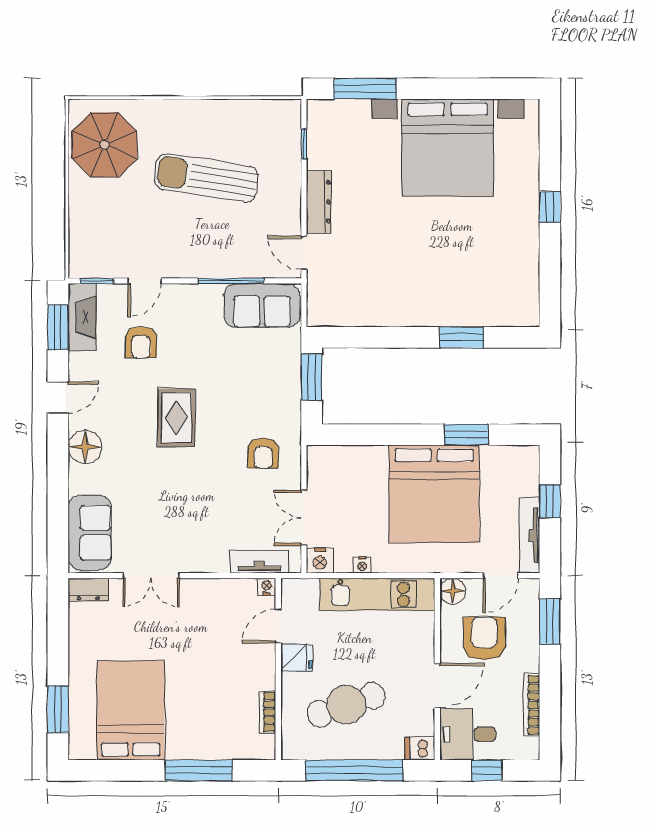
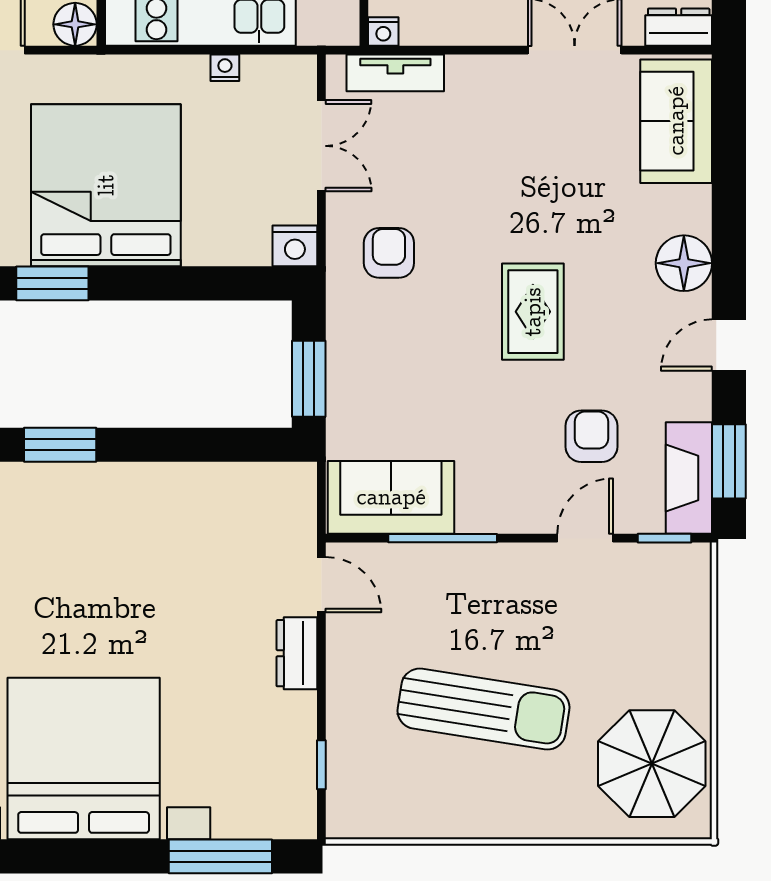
dresser: (319, 202) -> (297, 653), width x0.70
nightstand: (320, 561) -> (295, 246), moved, turned 180

